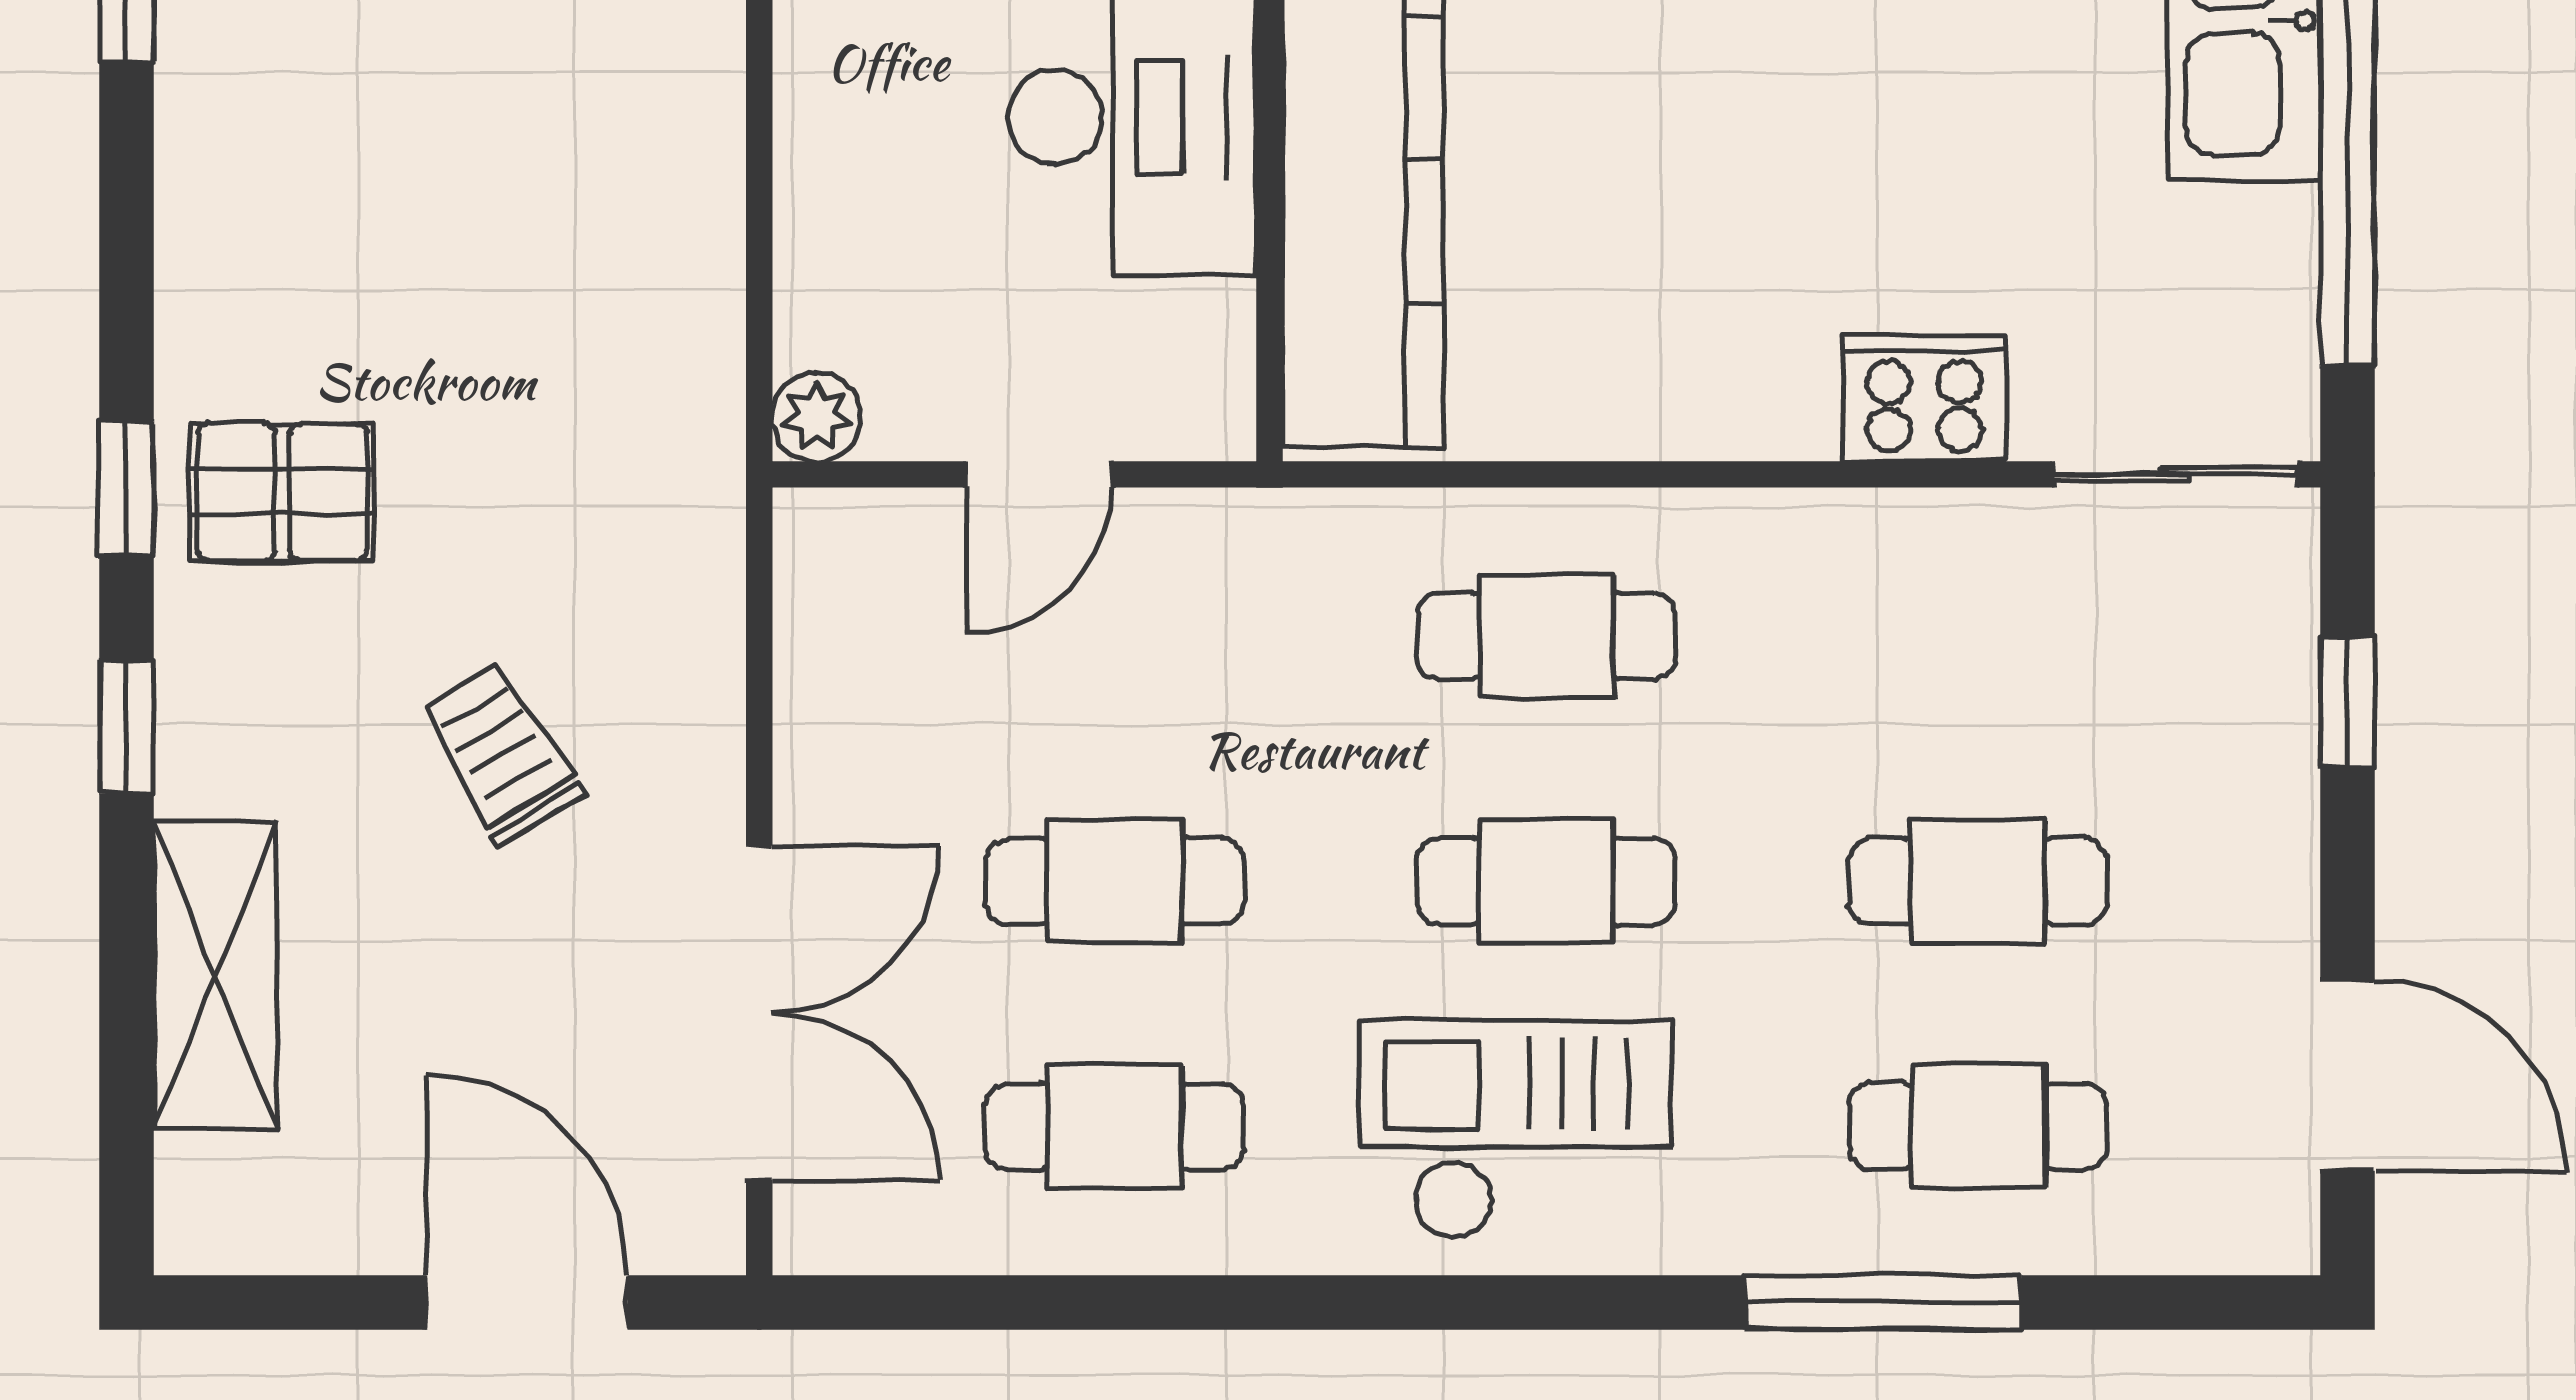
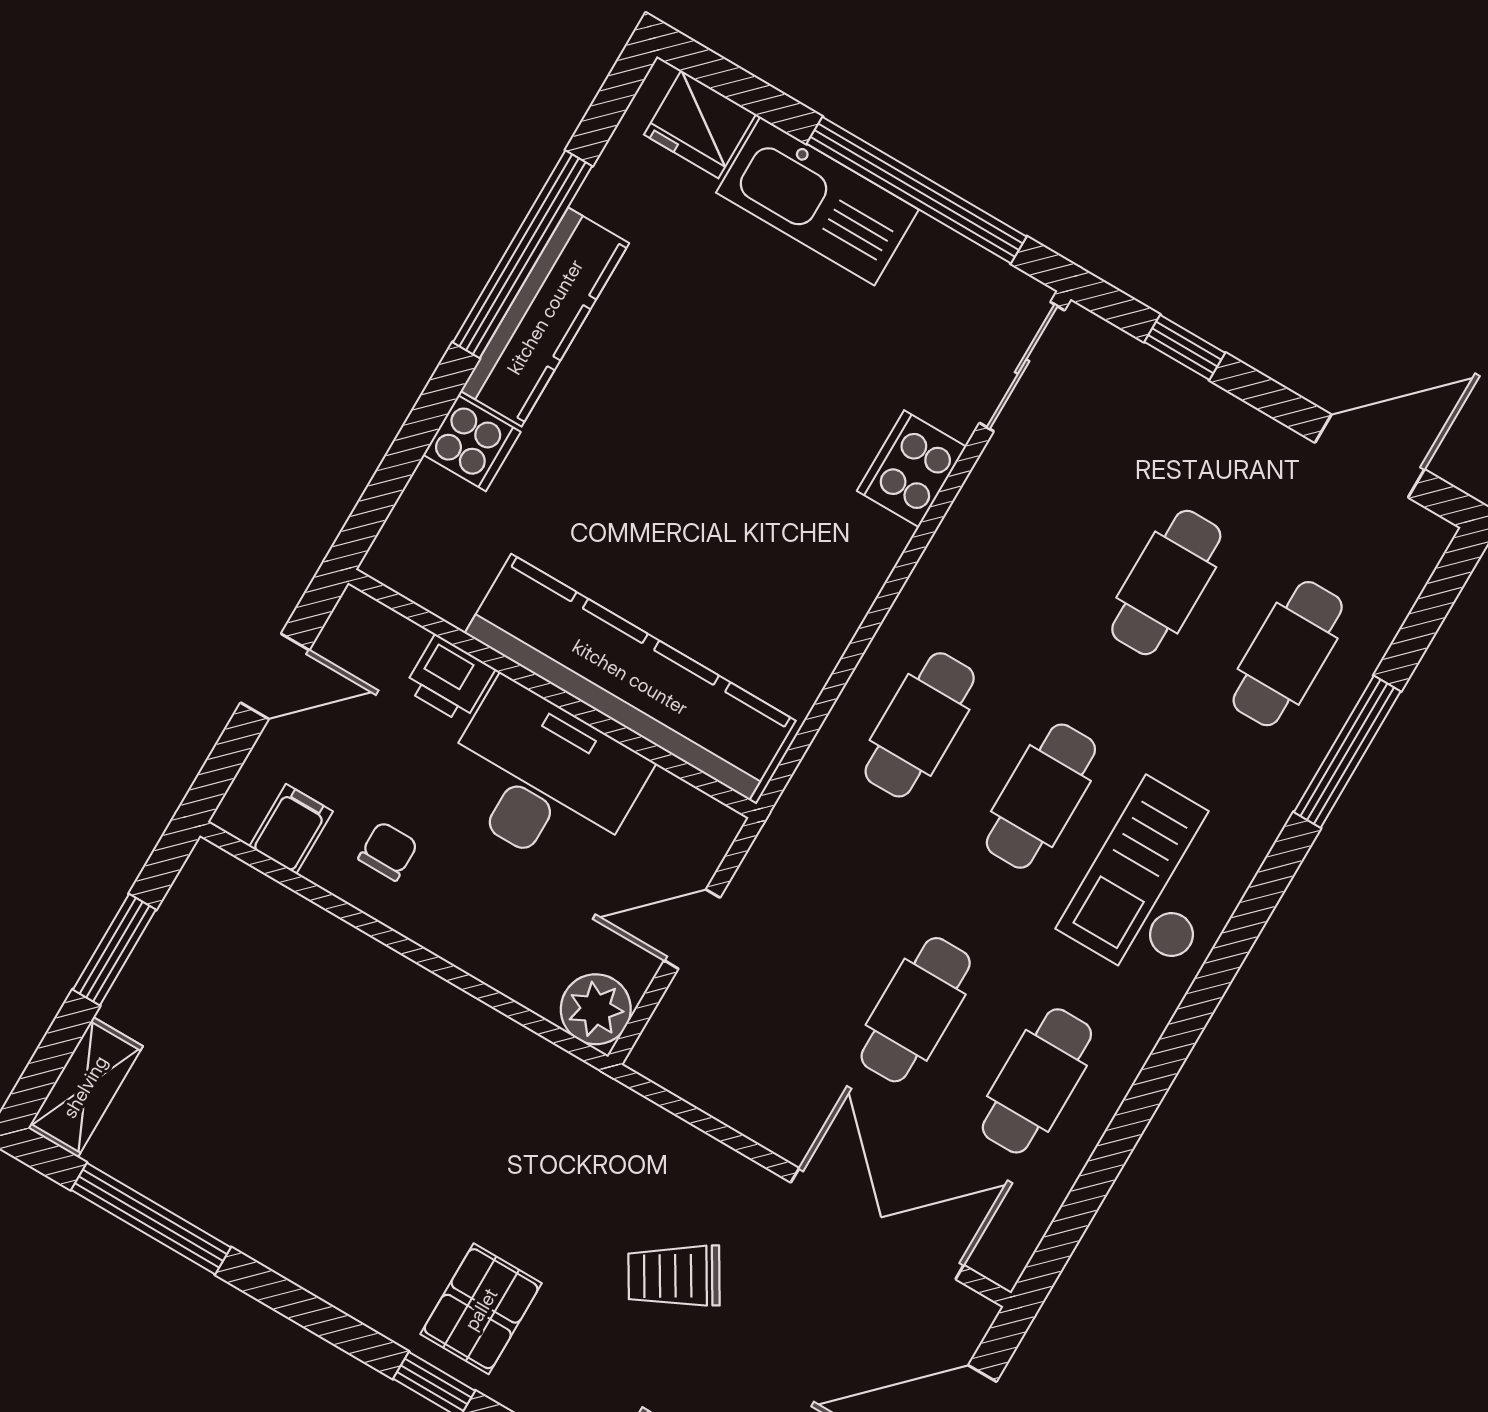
plant: (817, 417) -> (596, 1009), width x1.38, depth x1.38
door: (1039, 474) -> (692, 929), swing flipped

